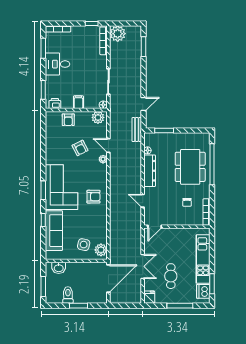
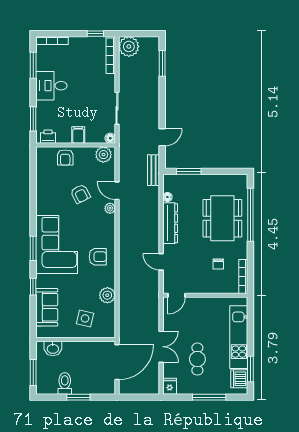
sofa: (54, 231) -> (47, 307), width x0.73
plant: (101, 250) -> (107, 295), moved

